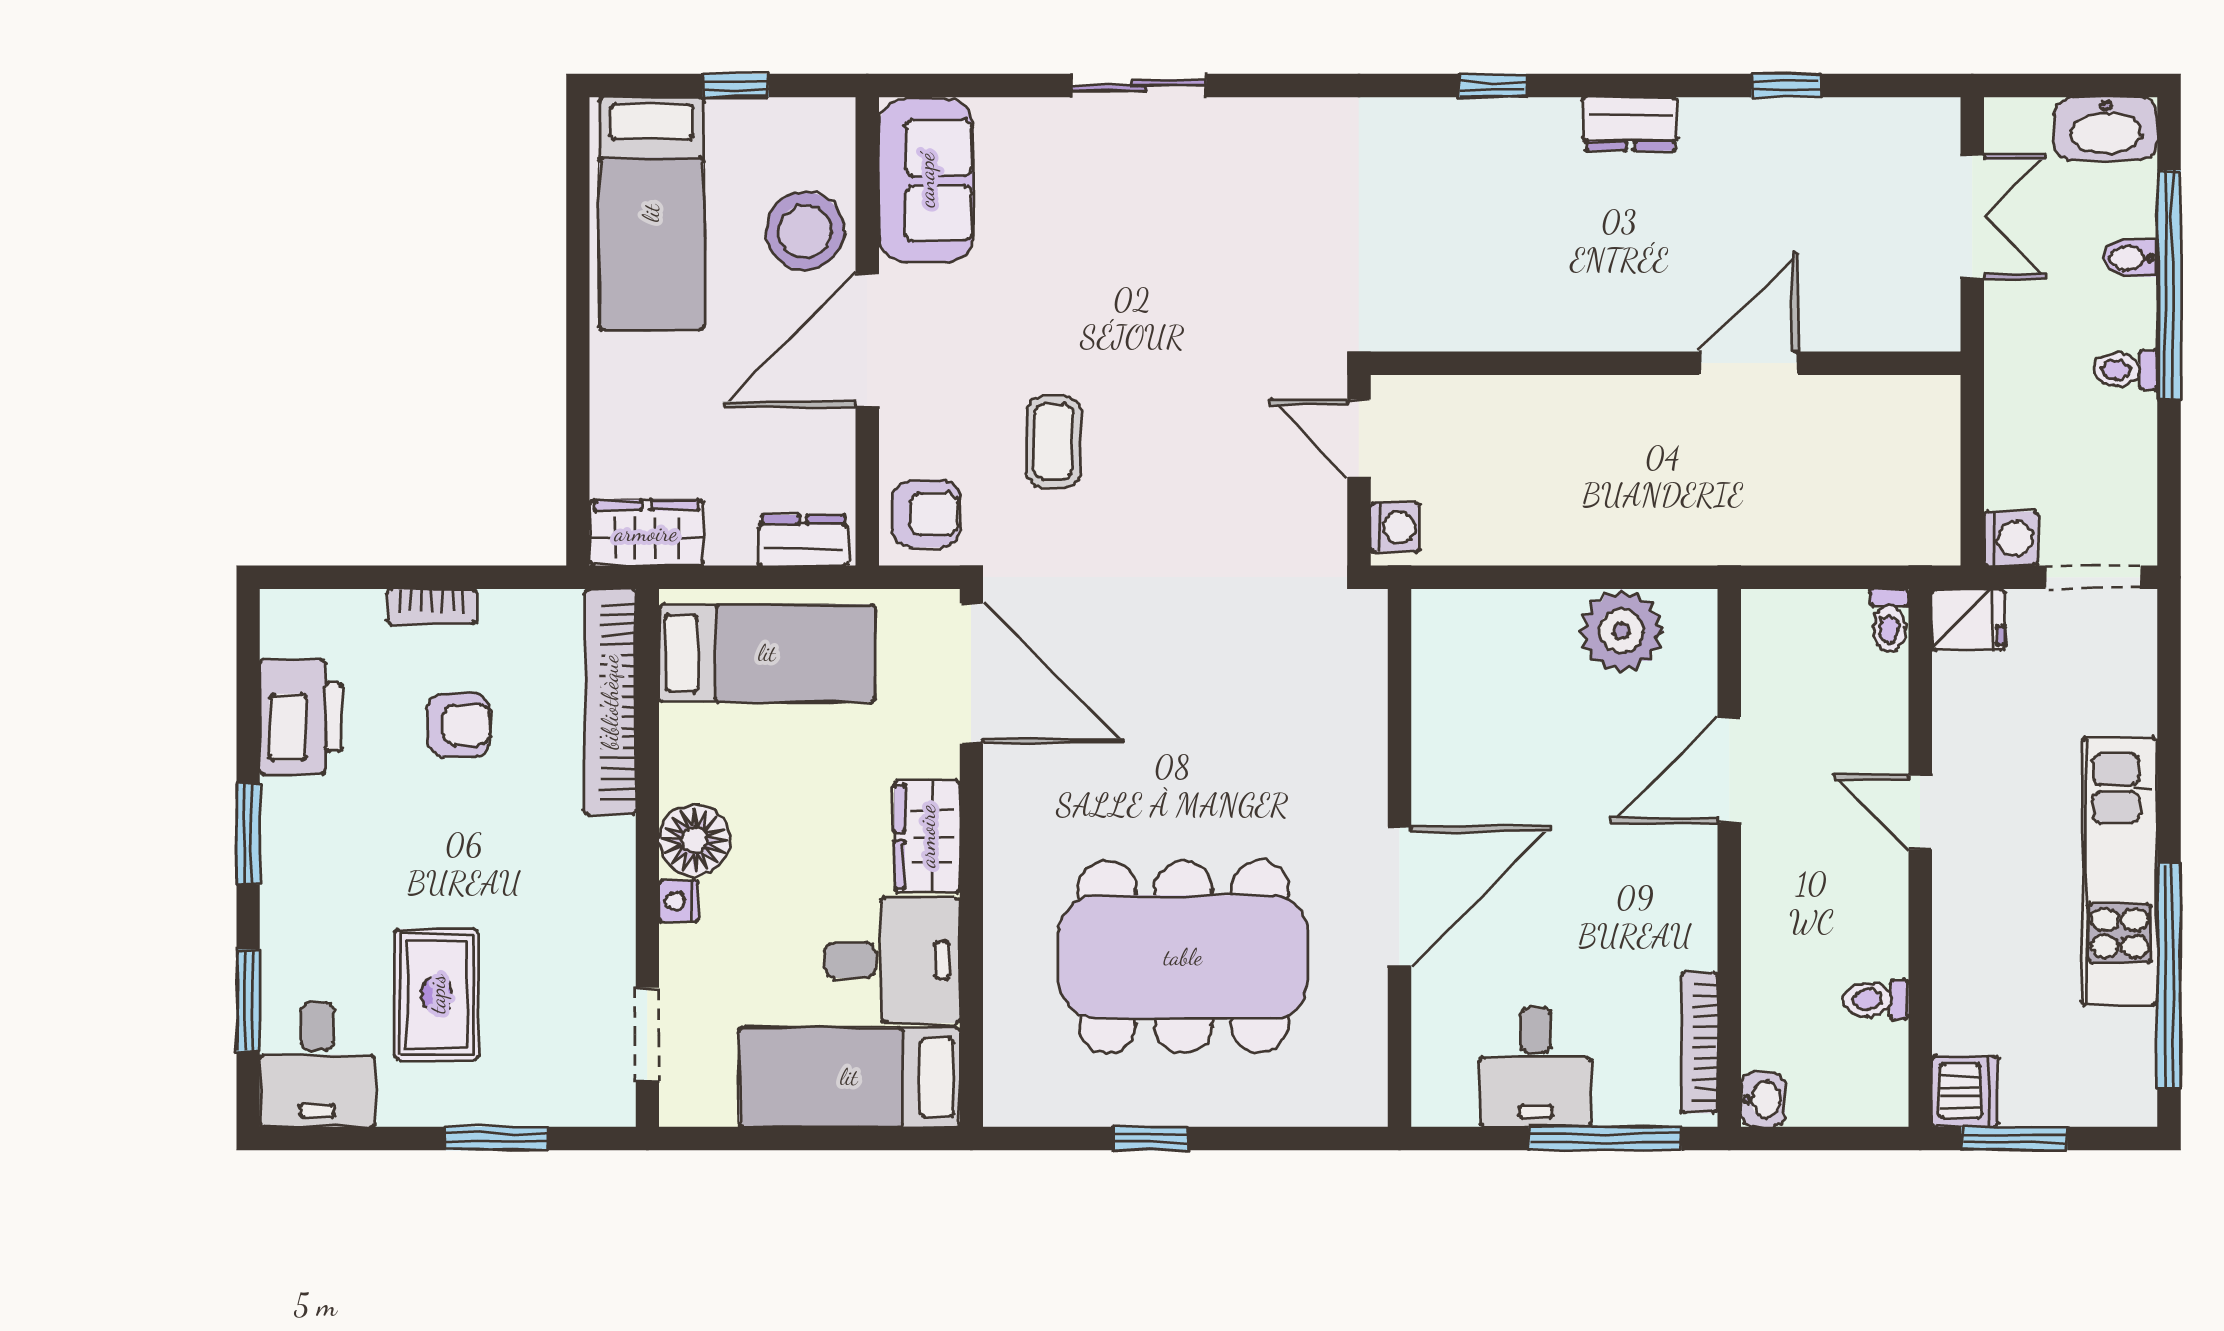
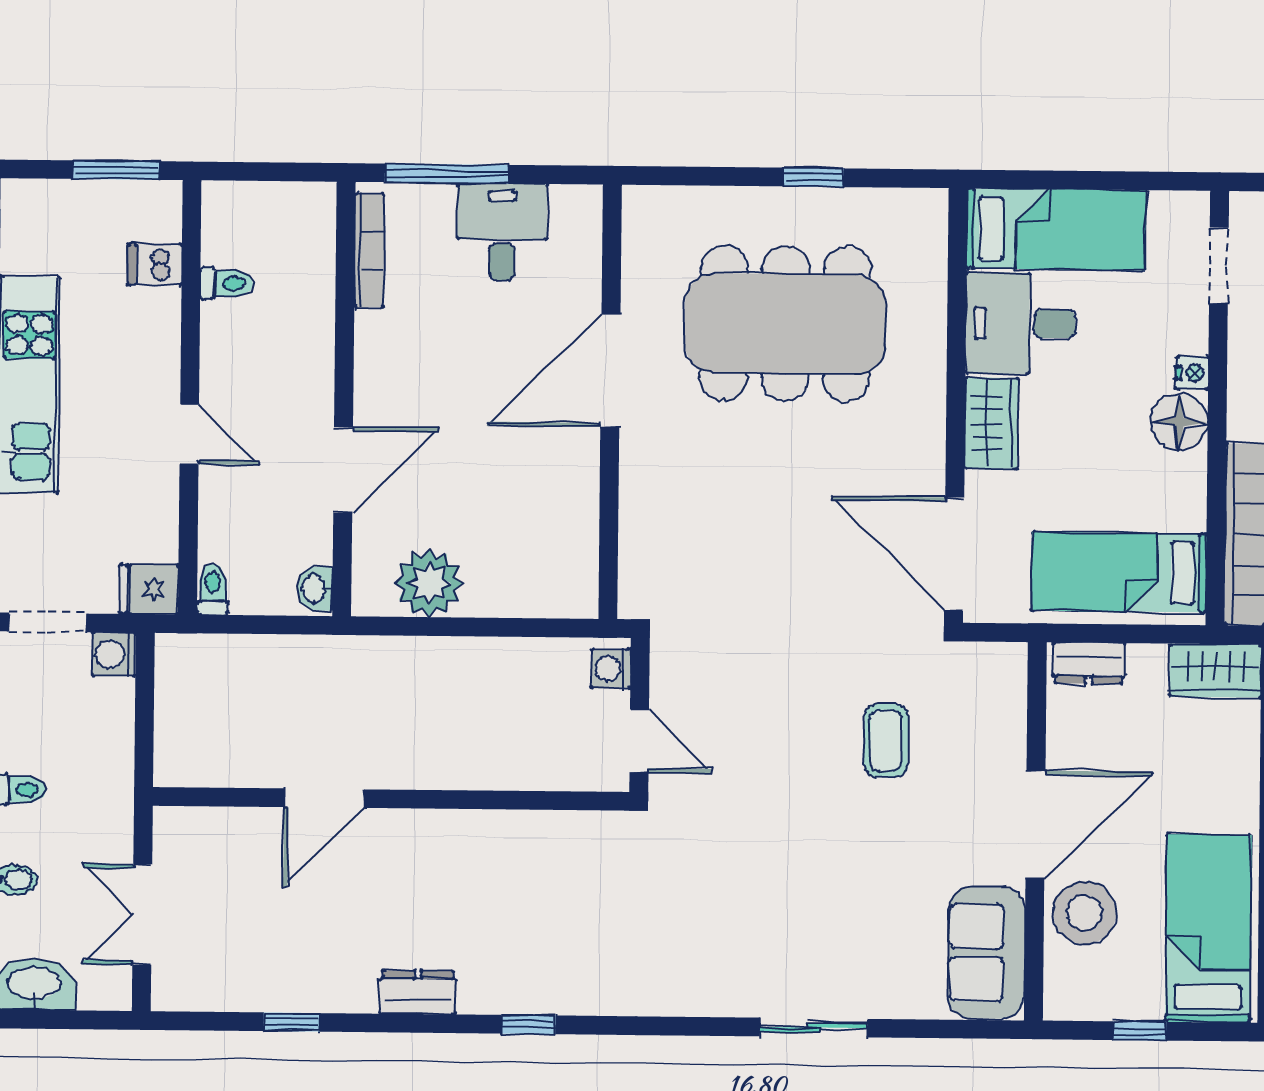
armchair: (926, 514) -> (989, 684), removed
dishwasher: (1965, 1091) -> (155, 264), moved, width x0.73
washbasin: (1763, 1100) -> (315, 589), moved

